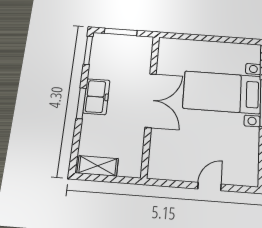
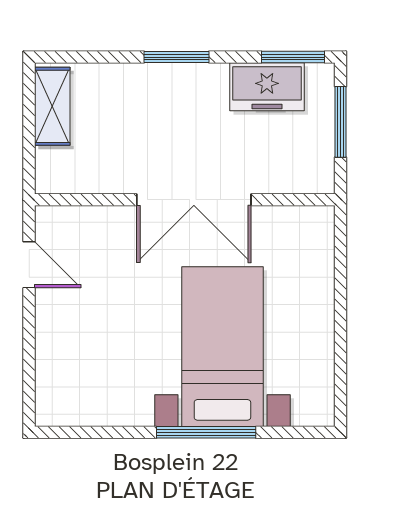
freezer: (96, 97) -> (267, 87), moved
door: (209, 186) -> (29, 265), moved

